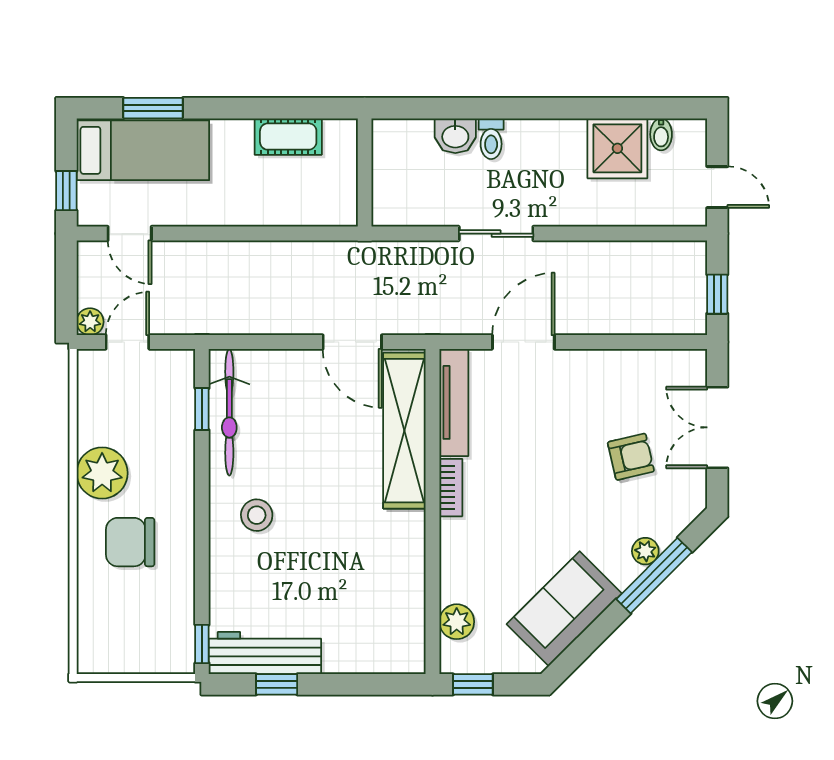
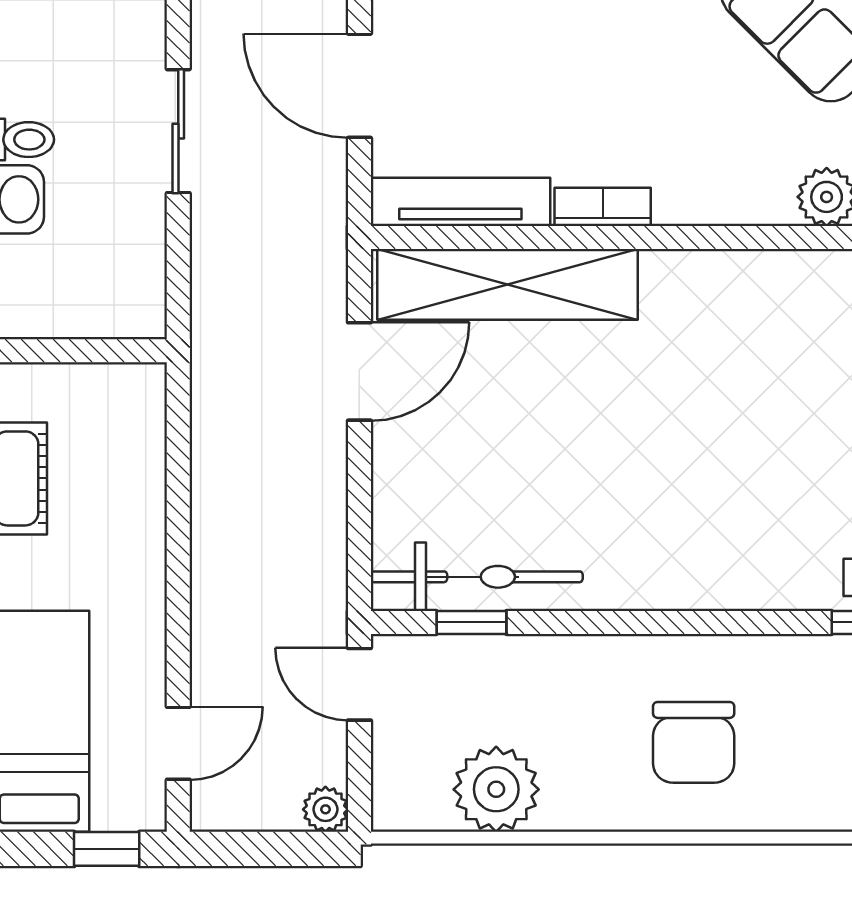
door: (127, 342) -> (359, 684), moved
plant: (102, 473) -> (496, 789), moved
stool: (257, 515) -> (649, 531), removed

